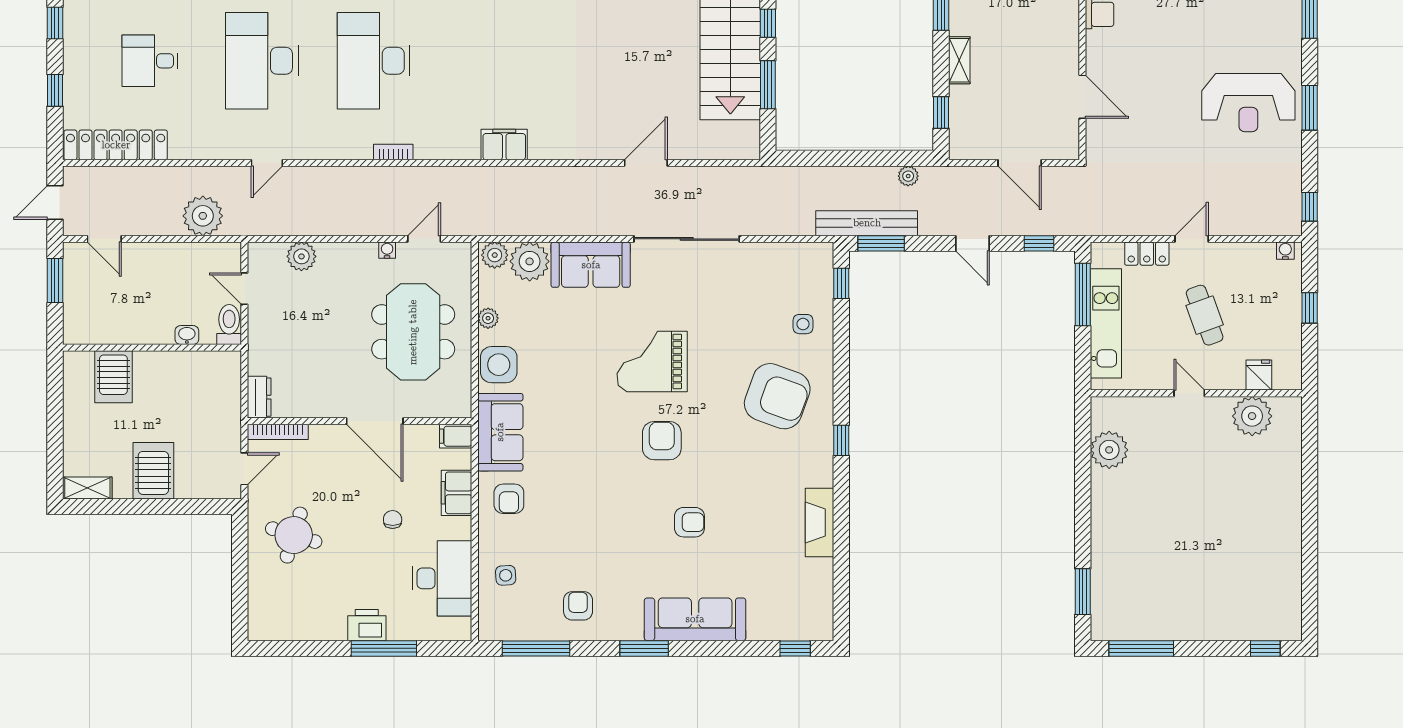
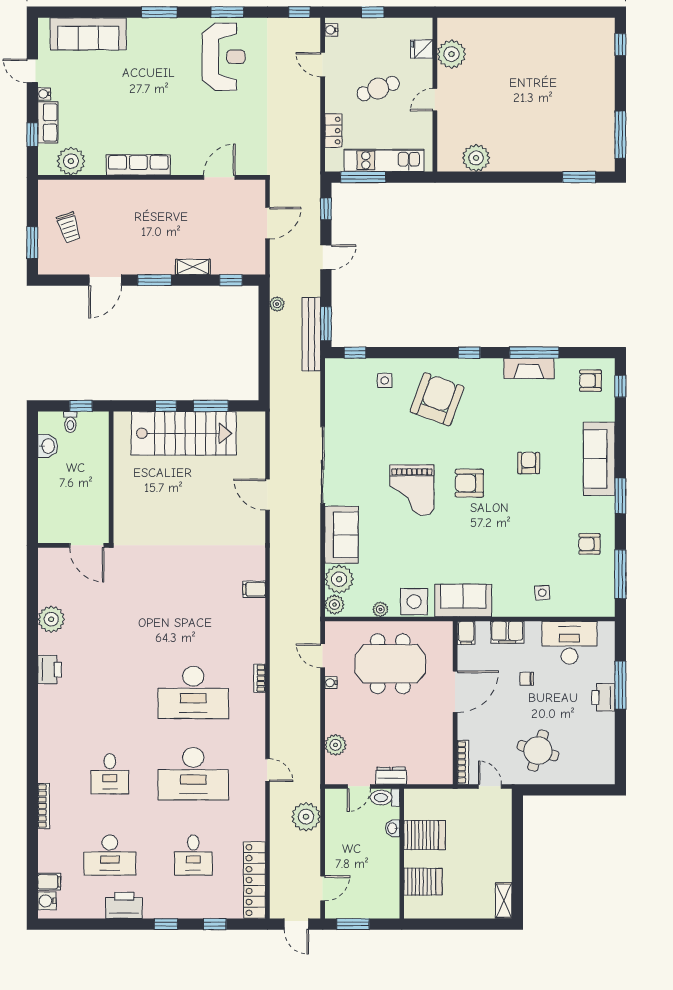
filing cabinet: (504, 144) -> (254, 589), width x0.50
door: (1192, 239) -> (323, 65), moved
dresser: (259, 397) -> (391, 776), moved
server rack: (153, 471) -> (425, 835), moved, turned 180
armchair: (509, 499) -> (590, 381), moved, turned 180
window: (841, 530) -> (534, 353), added
side table: (506, 575) -> (542, 593), moved

